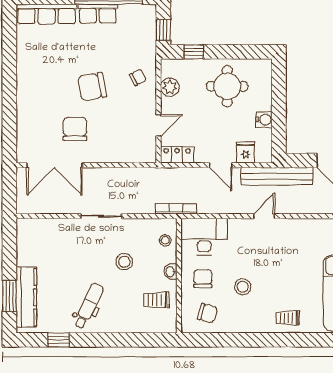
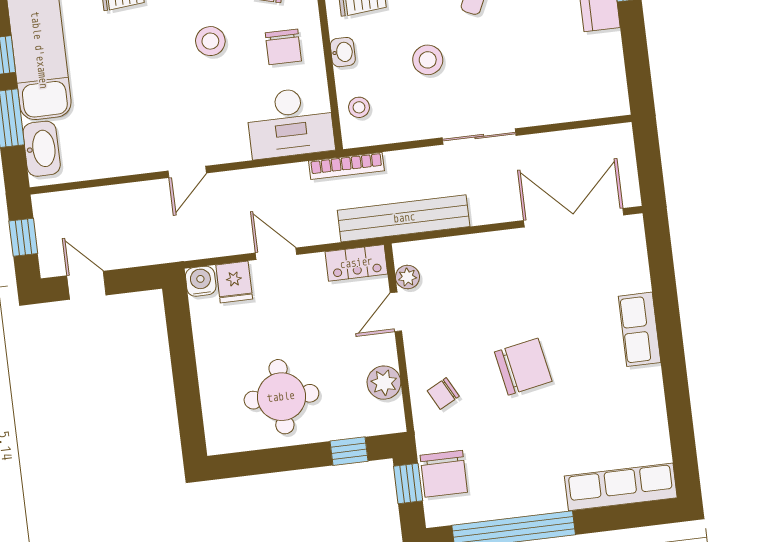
row of seats: (98, 14) -> (640, 329), moved, turned -90
water cooler: (264, 120) -> (201, 281), moved, turned 90
chair: (75, 129) -> (444, 474), moved
plant: (150, 144) -> (407, 277), added
bench: (277, 176) -> (404, 218), moved

